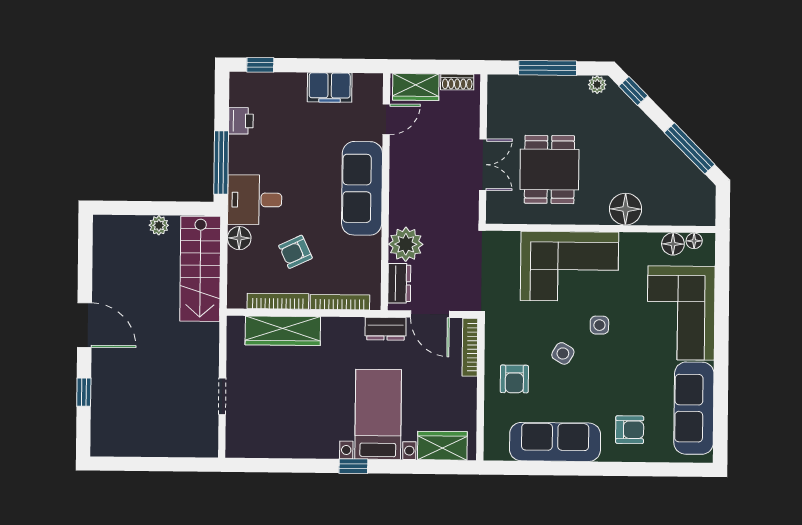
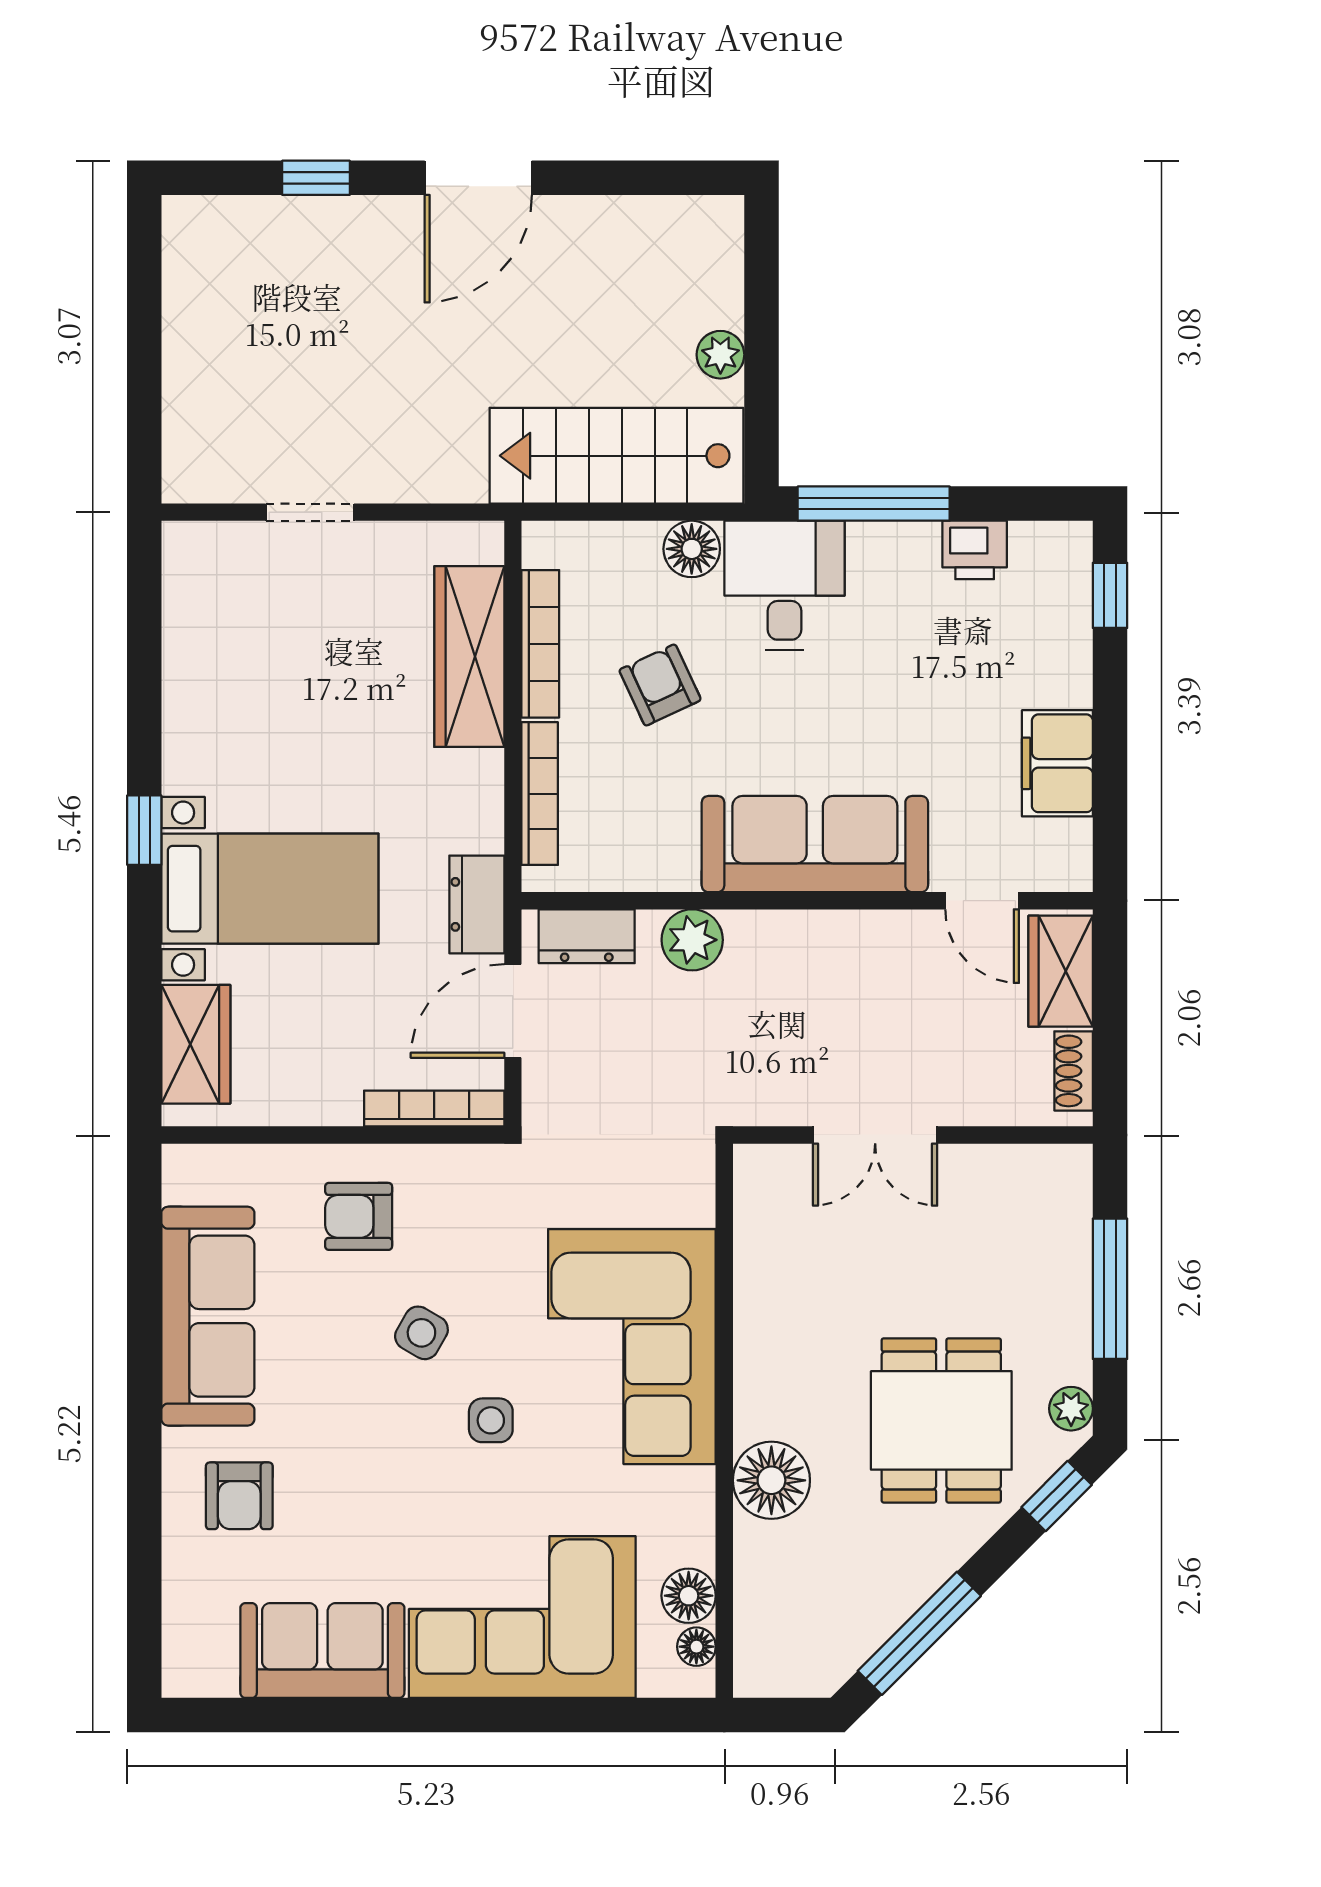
dining table: (549, 169) -> (941, 1420), moved, turned 90
plant: (406, 244) -> (692, 940), width x0.73, depth x0.73
sofa: (694, 408) -> (322, 1650), width x0.73

